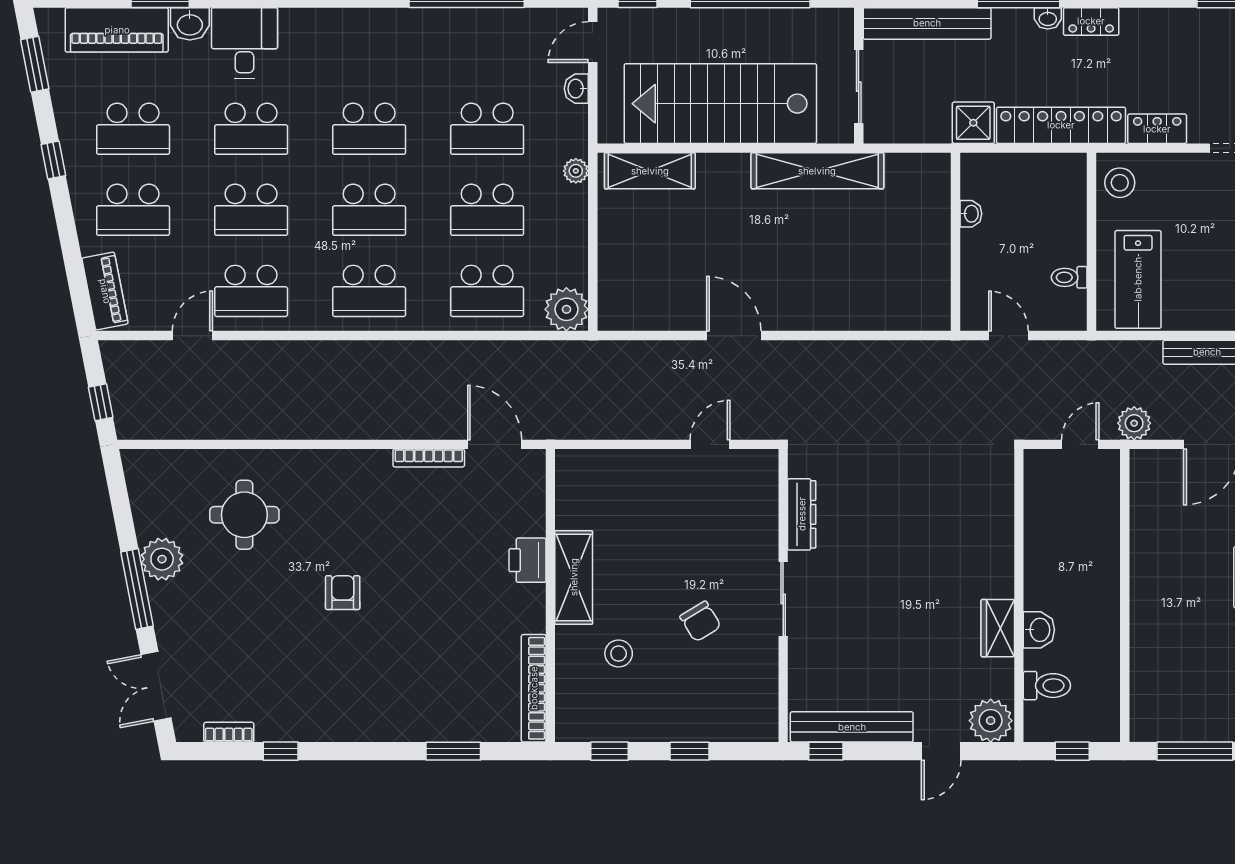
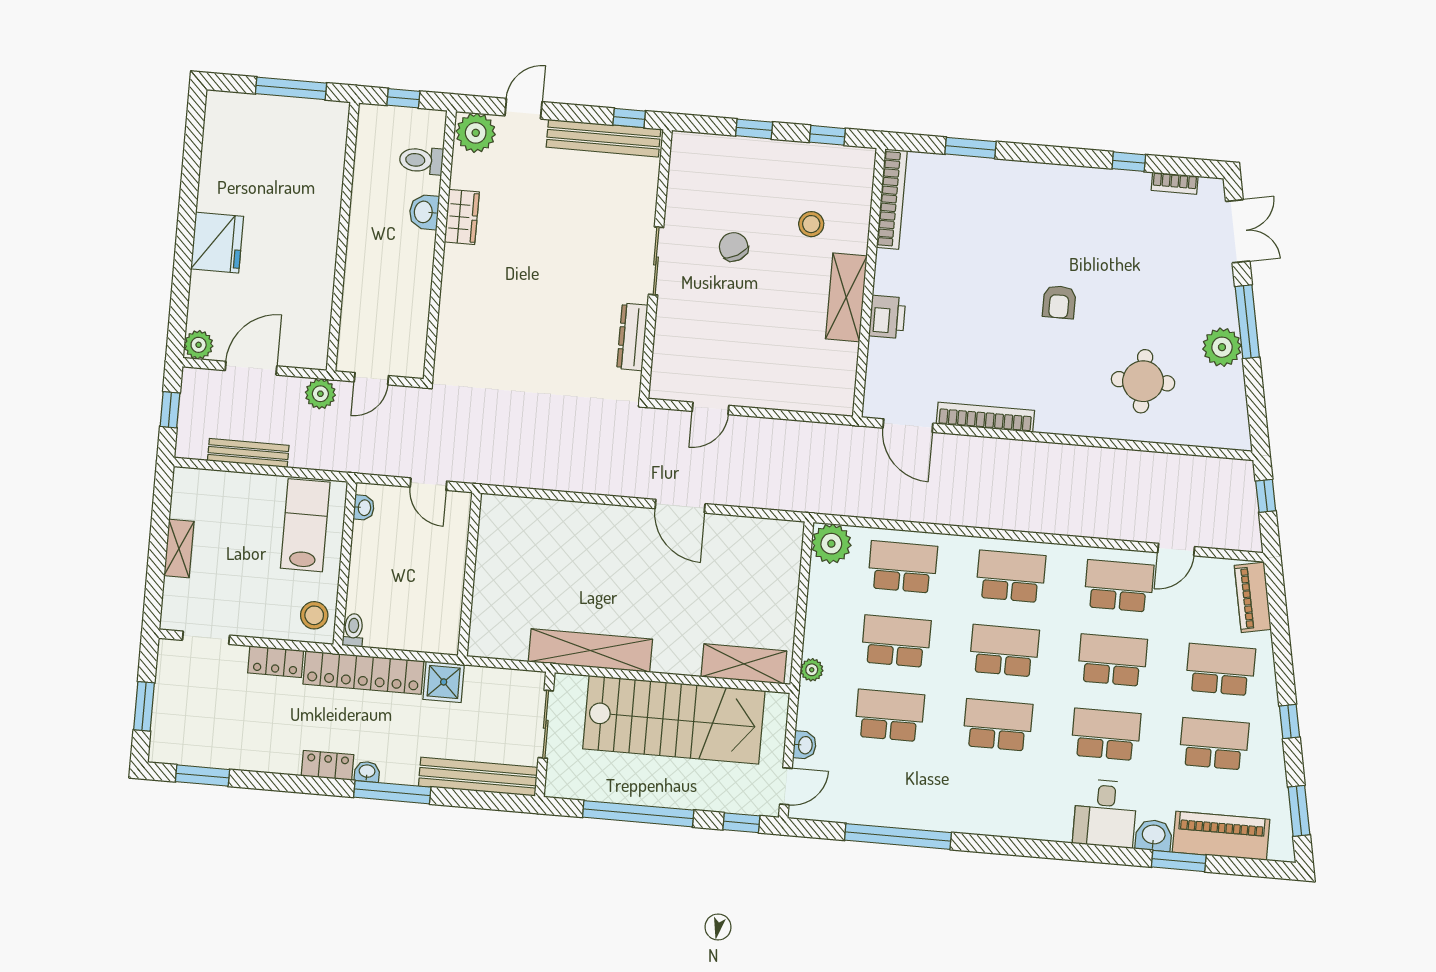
washbasin: (971, 214) -> (364, 508), moved, turned 180
toilet: (1069, 277) -> (353, 630), moved, turned -90
bookcase: (429, 458) -> (985, 417), width x1.48, depth x1.31

